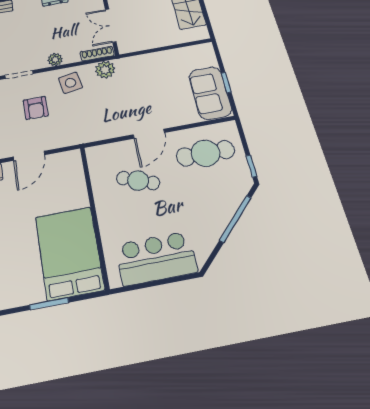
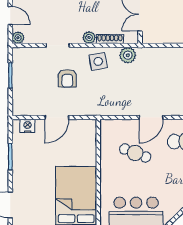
shoe rack: (97, 54) -> (110, 39), moved

